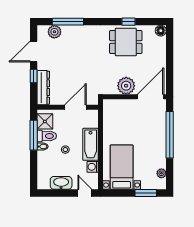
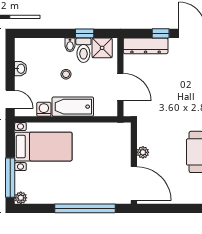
plant: (126, 86) -> (143, 152), width x0.53, depth x0.53
window: (34, 135) -> (85, 33), width x0.46
plant: (161, 173) -> (21, 198), moved
washbasin: (61, 183) -> (21, 69), width x0.52, depth x0.69
door: (85, 193) -> (10, 99), hinge flipped
window: (146, 193) -> (10, 178), width x1.44

